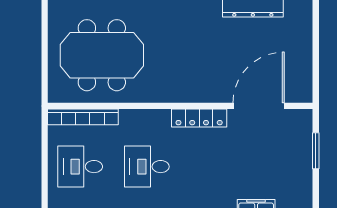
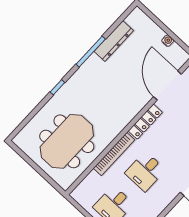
water cooler: (306, 63) -> (168, 41), added
bookcase: (83, 117) -> (114, 154), moved

